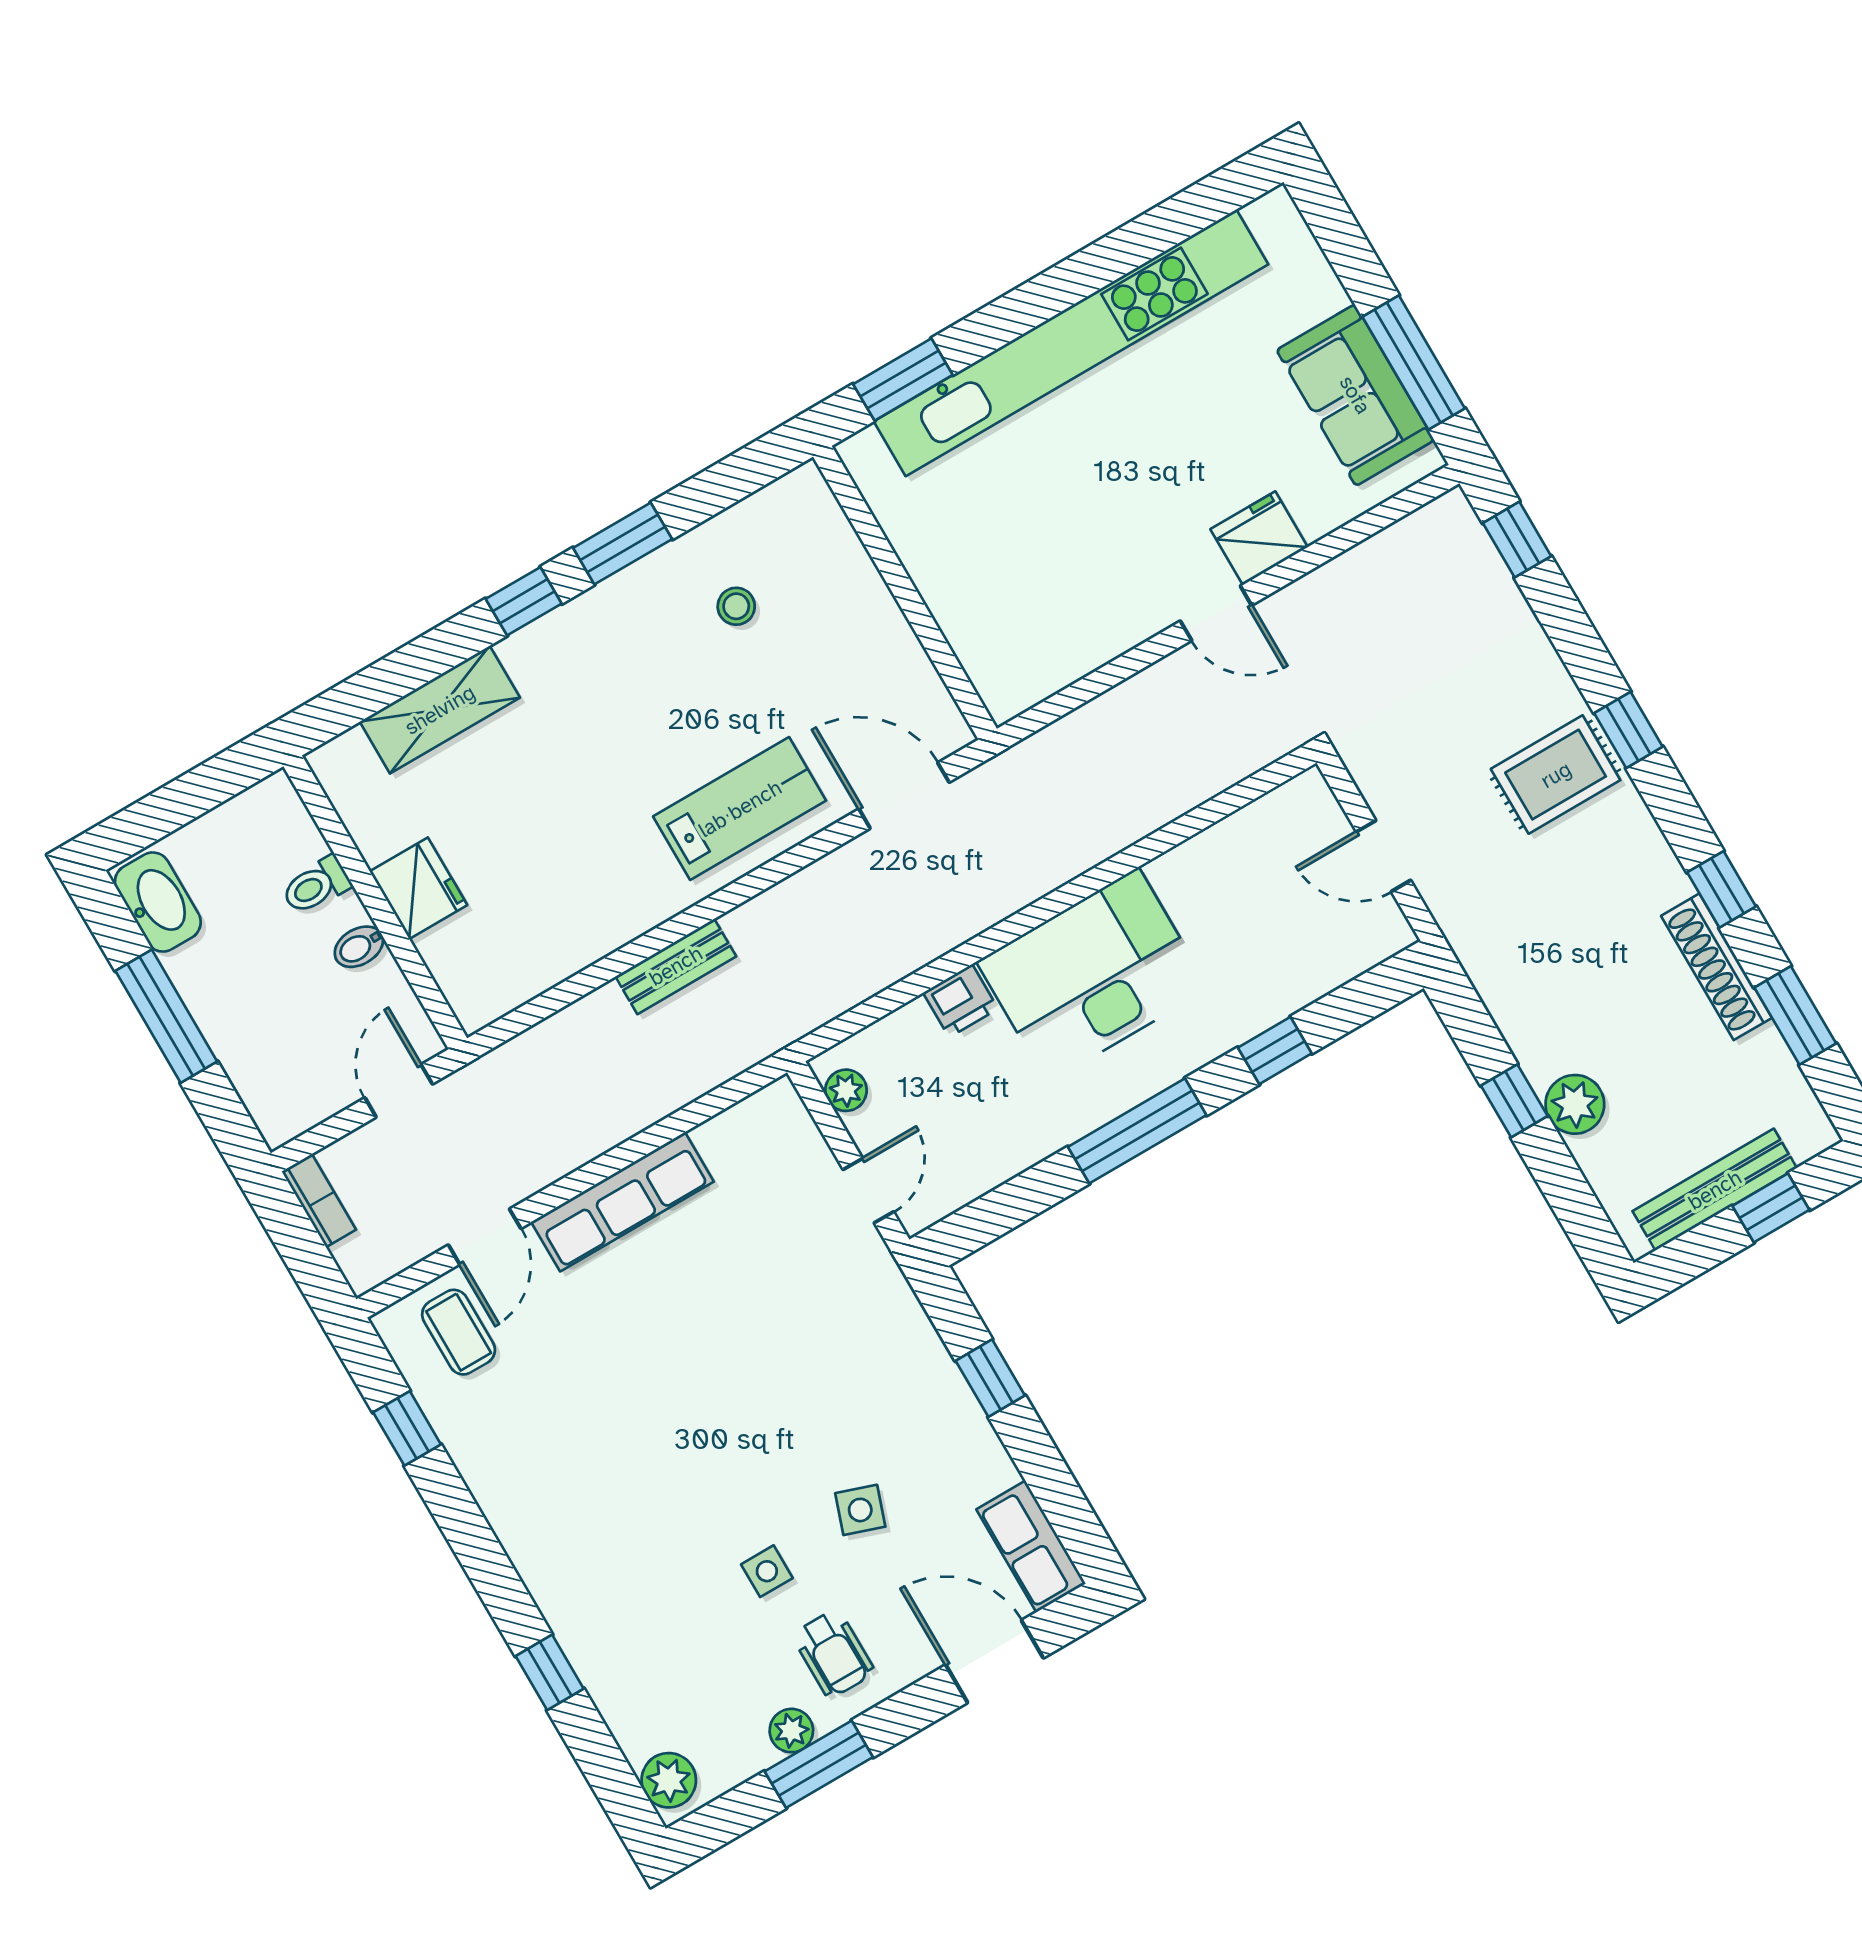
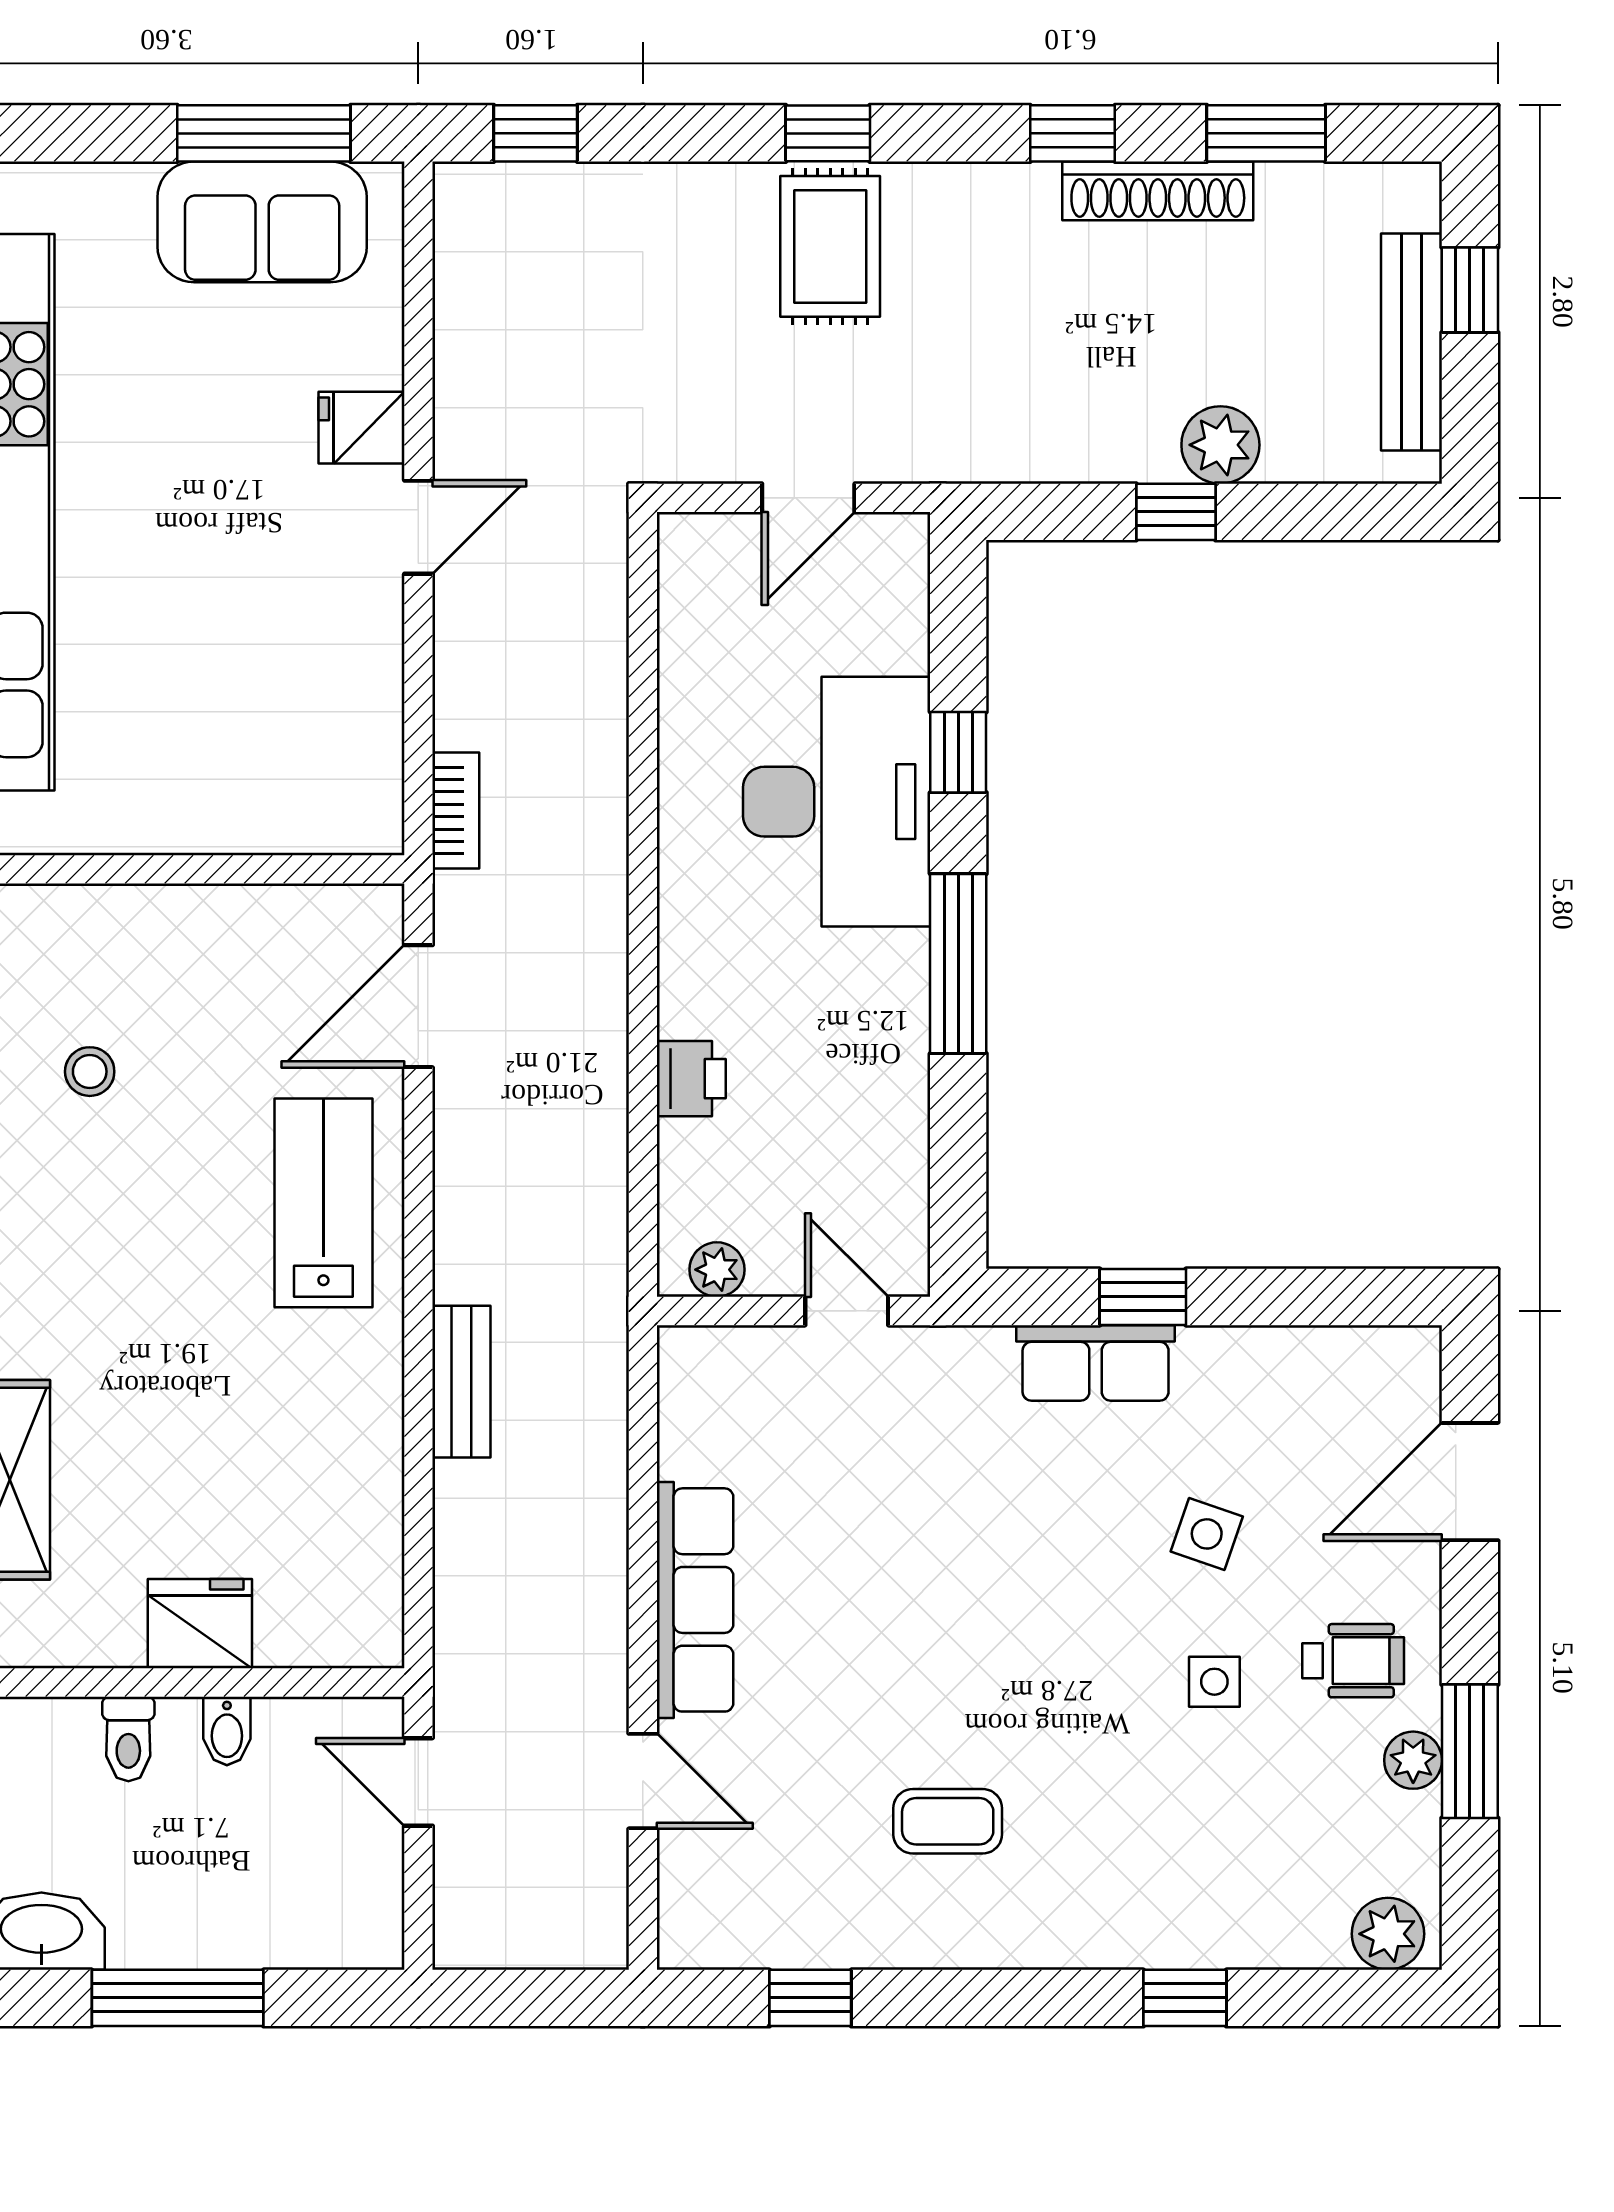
fridge: (1259, 538) -> (361, 428), width x0.72
desk: (1093, 975) -> (837, 802), moved, turned 180
bookcase: (319, 1201) -> (456, 811), moved, turned 90
coffee table: (459, 1332) -> (948, 1821), moved
row of seats: (1031, 1546) -> (1096, 1363), moved

